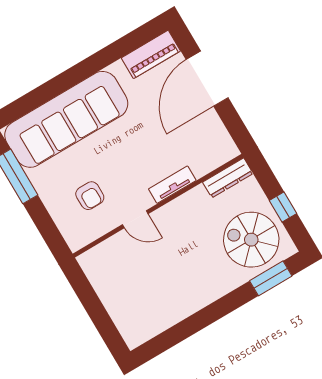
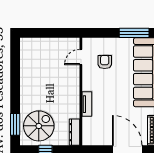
armchair: (90, 196) -> (105, 62), turned 90
door: (135, 219) -> (81, 57), moved

